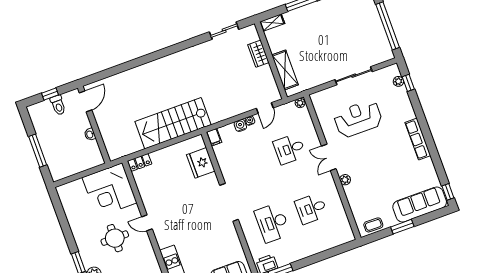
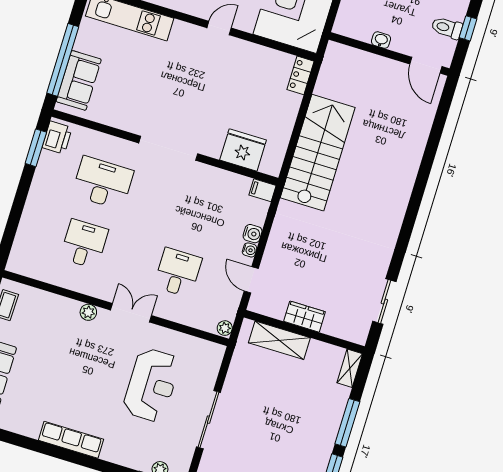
wardrobe: (258, 54) -> (304, 317), moved

